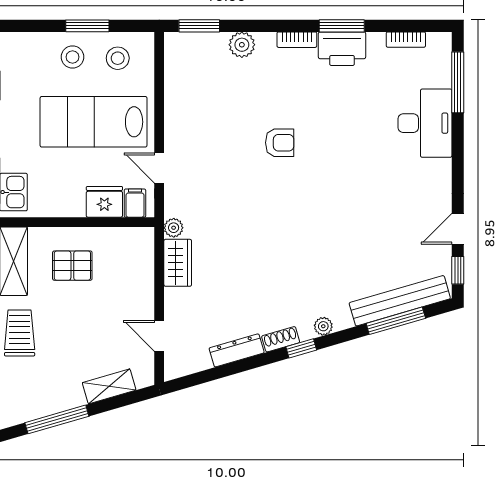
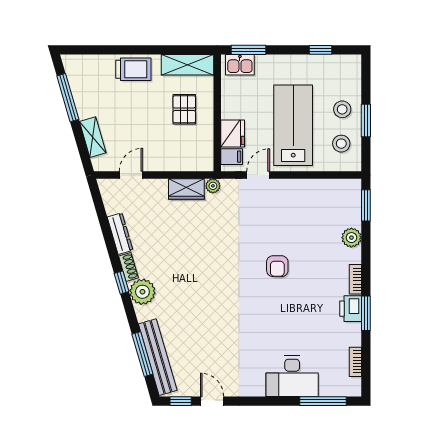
printer: (342, 49) -> (351, 309), width x0.73, depth x0.84
plant: (323, 326) -> (142, 292), width x1.88, depth x1.88

